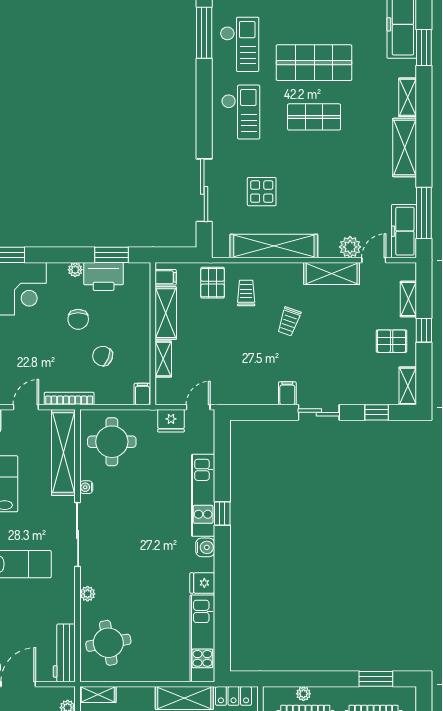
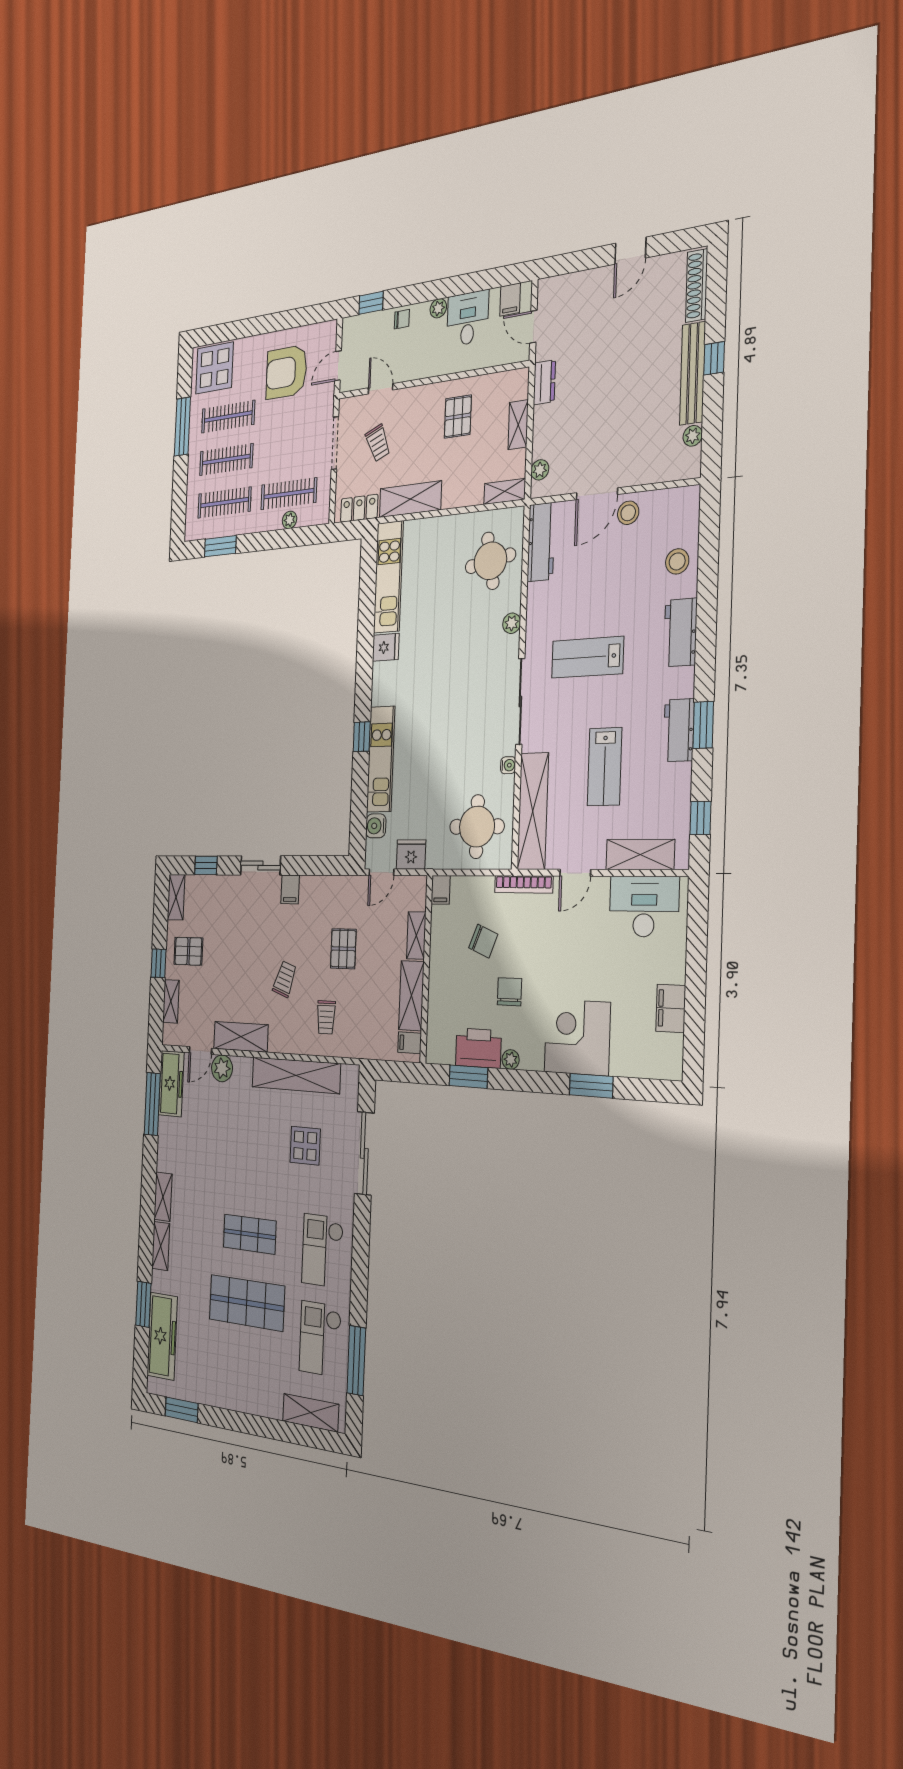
shelving: (405, 148) -> (163, 1197), width x0.67, depth x0.75
pallet: (213, 283) -> (343, 949), moved
water cooler: (205, 547) -> (376, 826), moved

